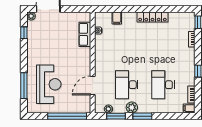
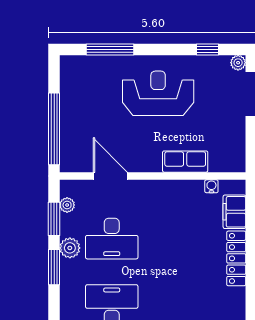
locker: (152, 17) -> (236, 258), moved
filing cabinet: (117, 18) -> (234, 212), width x2.00
row of seats: (85, 34) -> (185, 162), moved
reception desk: (49, 84) -> (158, 93), moved, turned 180
desk: (127, 85) -> (112, 239), turned 180

